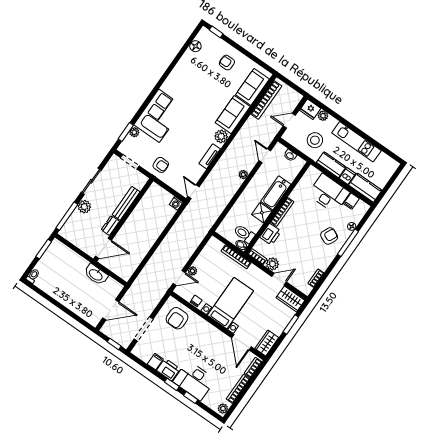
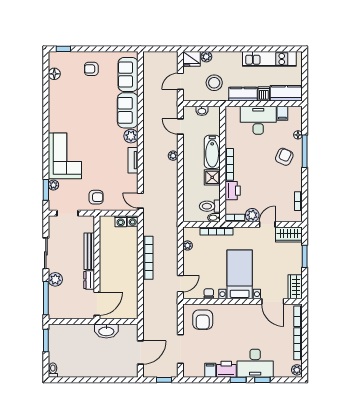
bookcase: (266, 100) -> (148, 258), moved
kitchen unit: (356, 142) -> (269, 59), moved
washing machine: (167, 197) -> (121, 221), added
plant: (192, 271) -> (188, 245), moved

